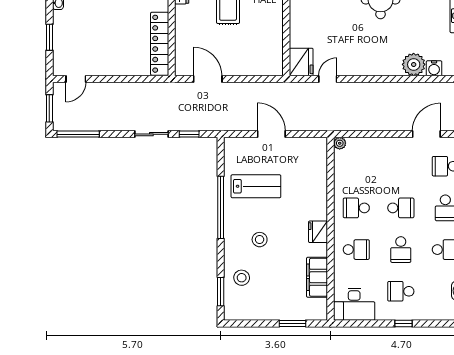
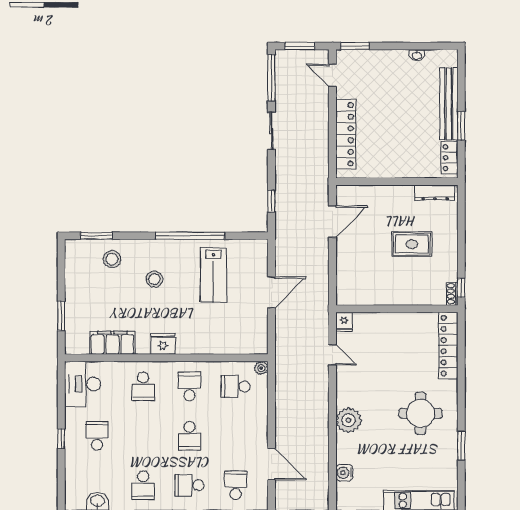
window: (49, 37) -> (355, 46), moved
locker: (160, 44) -> (346, 134), moved, turned 90
fridge: (301, 62) -> (344, 322), width x0.53, depth x0.75
plant: (414, 64) -> (349, 420), moved
sliding door: (151, 134) -> (271, 131), moved
school desk: (401, 250) -> (236, 386), moved

